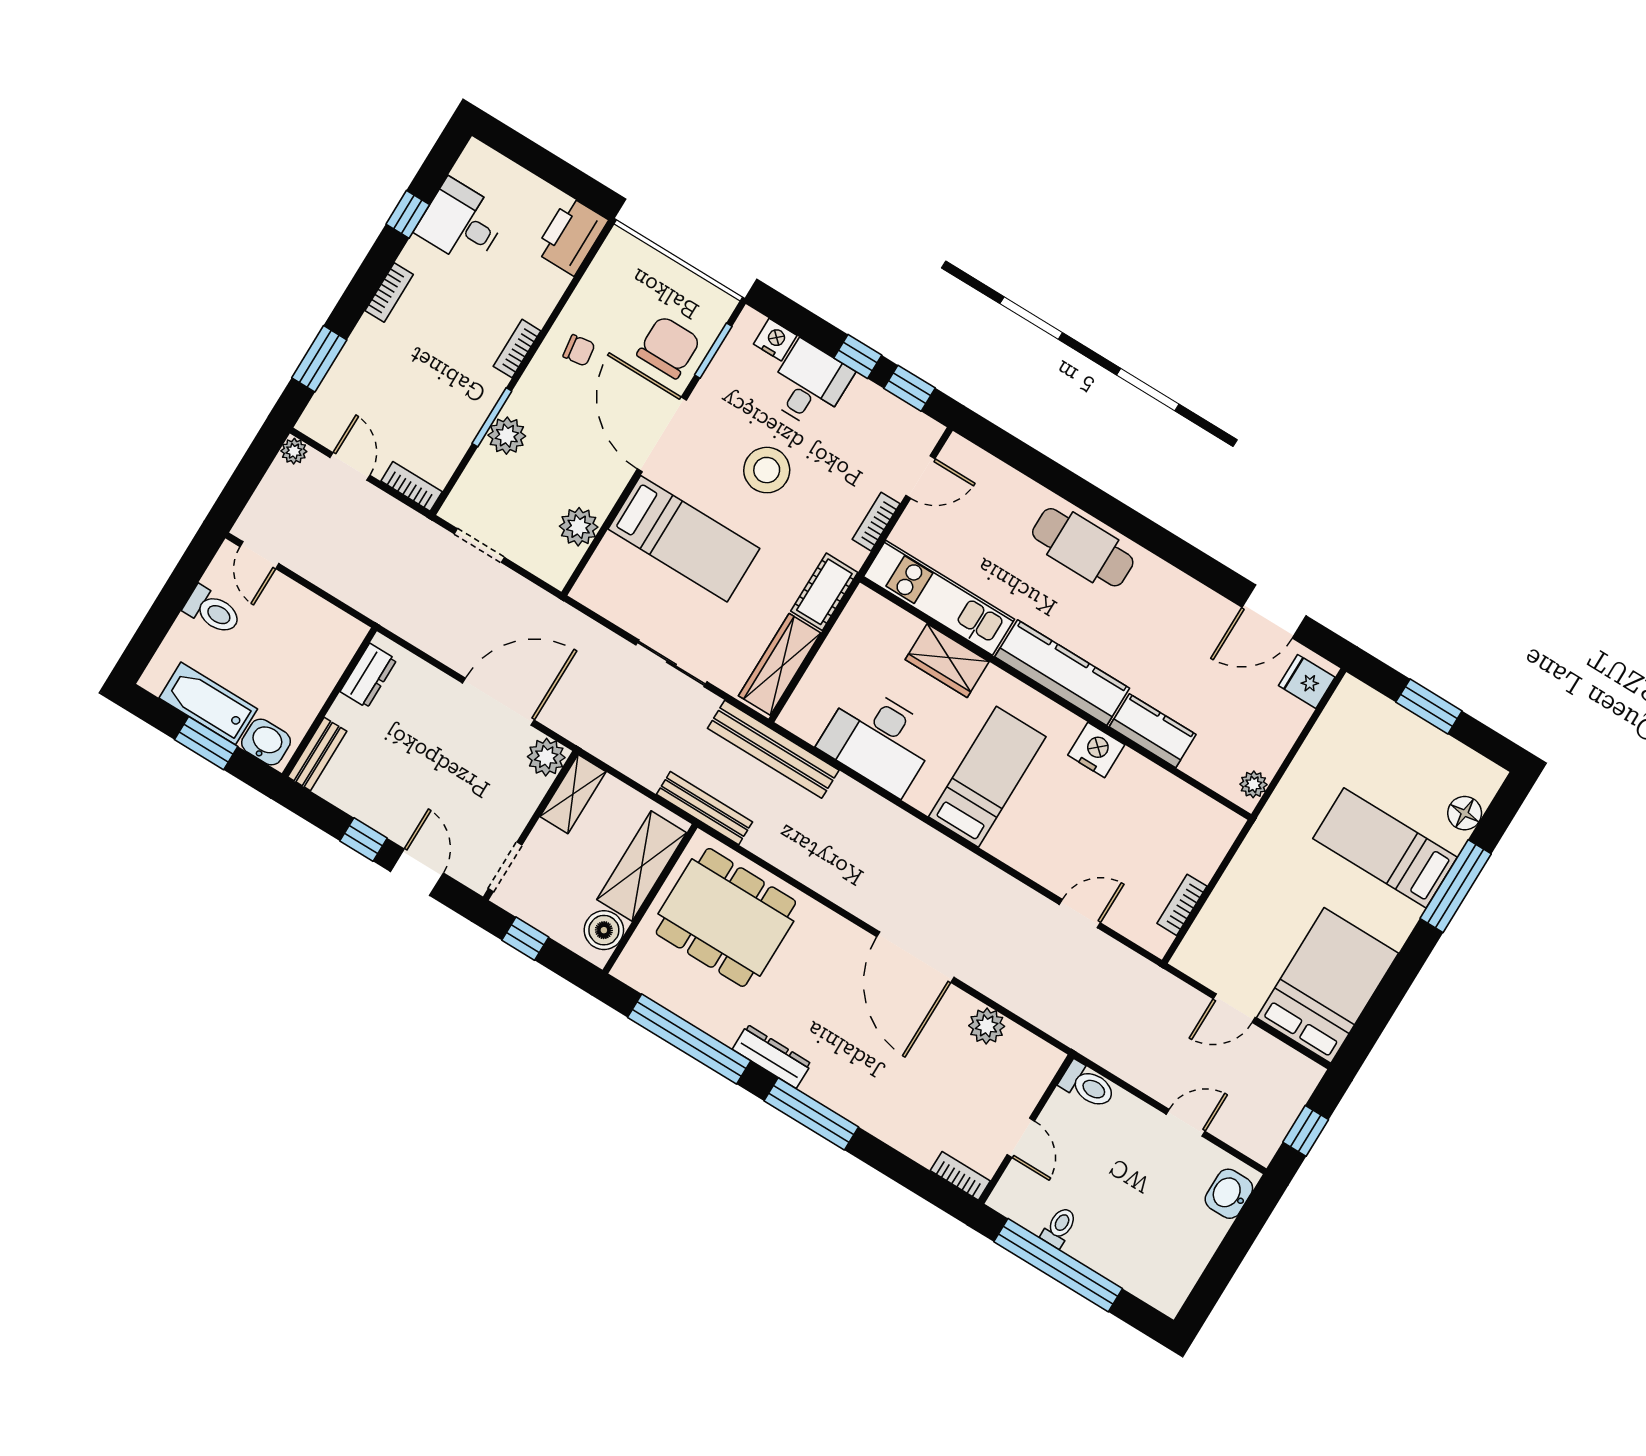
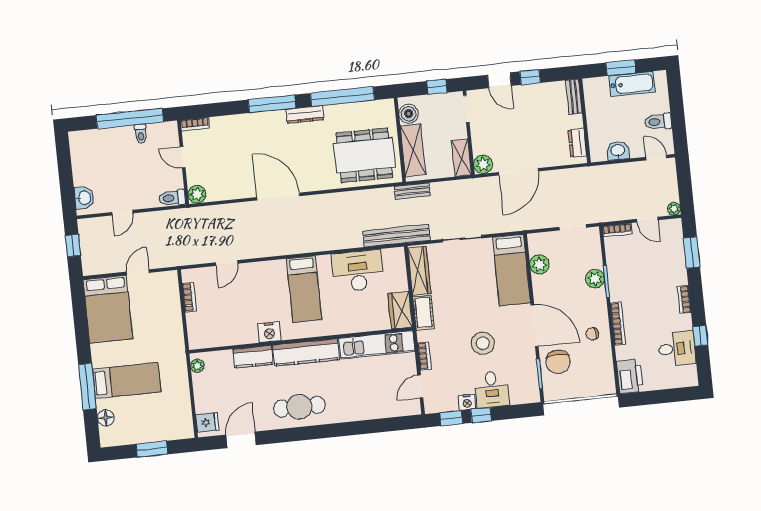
nightstand: (775, 340) -> (467, 402), moved
bookcase: (517, 349) -> (618, 324), width x1.56
bed: (684, 539) -> (511, 270), moved, turned -90
cafe table: (1083, 547) -> (299, 407), moved
wardrobe: (947, 661) -> (400, 310), moved, turned -90
washbasin: (266, 742) -> (618, 151), moved, turned 180
bench: (705, 808) -> (412, 191), width x0.73
plant: (987, 1026) -> (197, 194), moved

